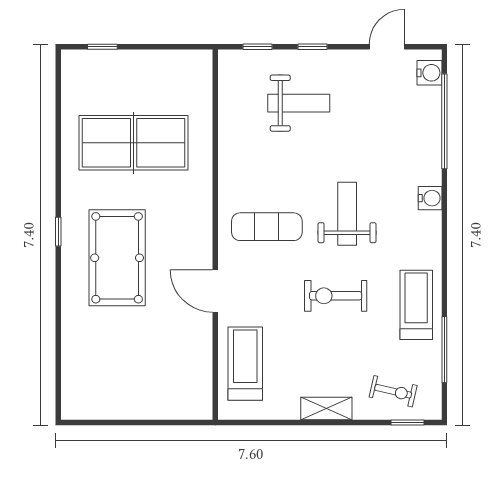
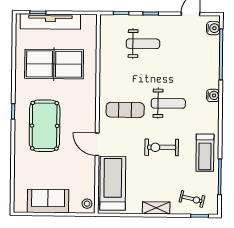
tv unit: (126, 64) -> (50, 21), added
weight bench: (347, 214) -> (168, 103), turned 90
treadmill: (416, 305) -> (205, 153), turned 180
treadmill: (245, 364) -> (113, 183), width x1.37, depth x1.38
sofa: (125, 398) -> (48, 201), added
stool: (198, 402) -> (87, 204), added

